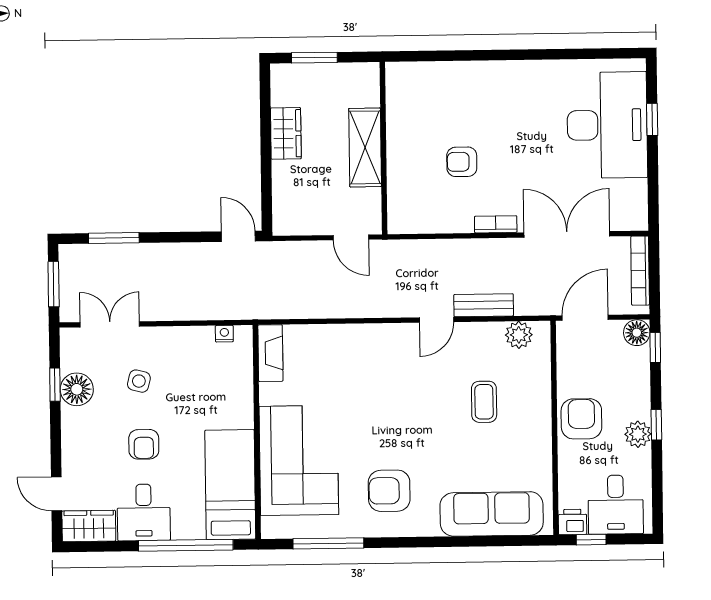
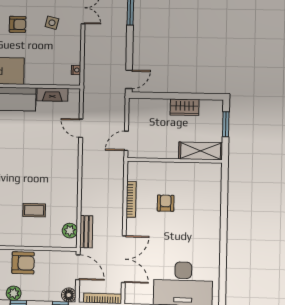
shelving: (365, 147) -> (201, 151), moved
bookcase: (496, 224) -> (131, 199), moved, width x1.56
bench: (484, 305) -> (86, 232), moved
door: (436, 320) -> (81, 128), moved
fireplace: (270, 353) -> (52, 95), moved
armchair: (144, 444) -> (18, 24), turned 180

